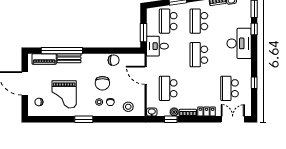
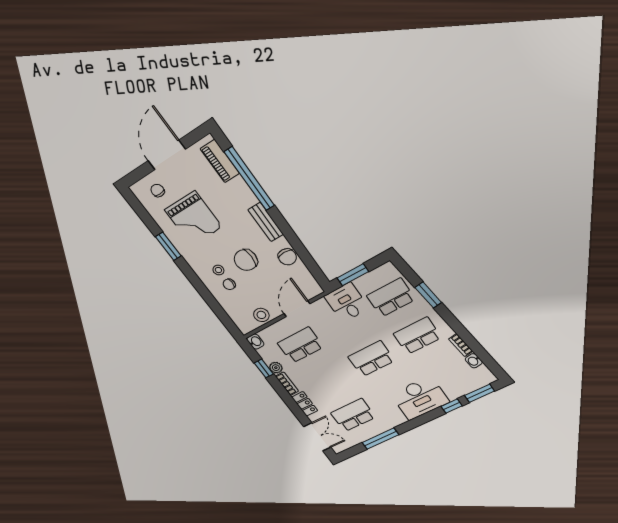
bench: (69, 58) -> (266, 222), moved
window: (254, 83) -> (380, 439), width x2.17
grand piano: (64, 94) -> (193, 218), turned -90
stool: (128, 107) -> (261, 315), moved
window: (84, 119) -> (168, 246), moved

